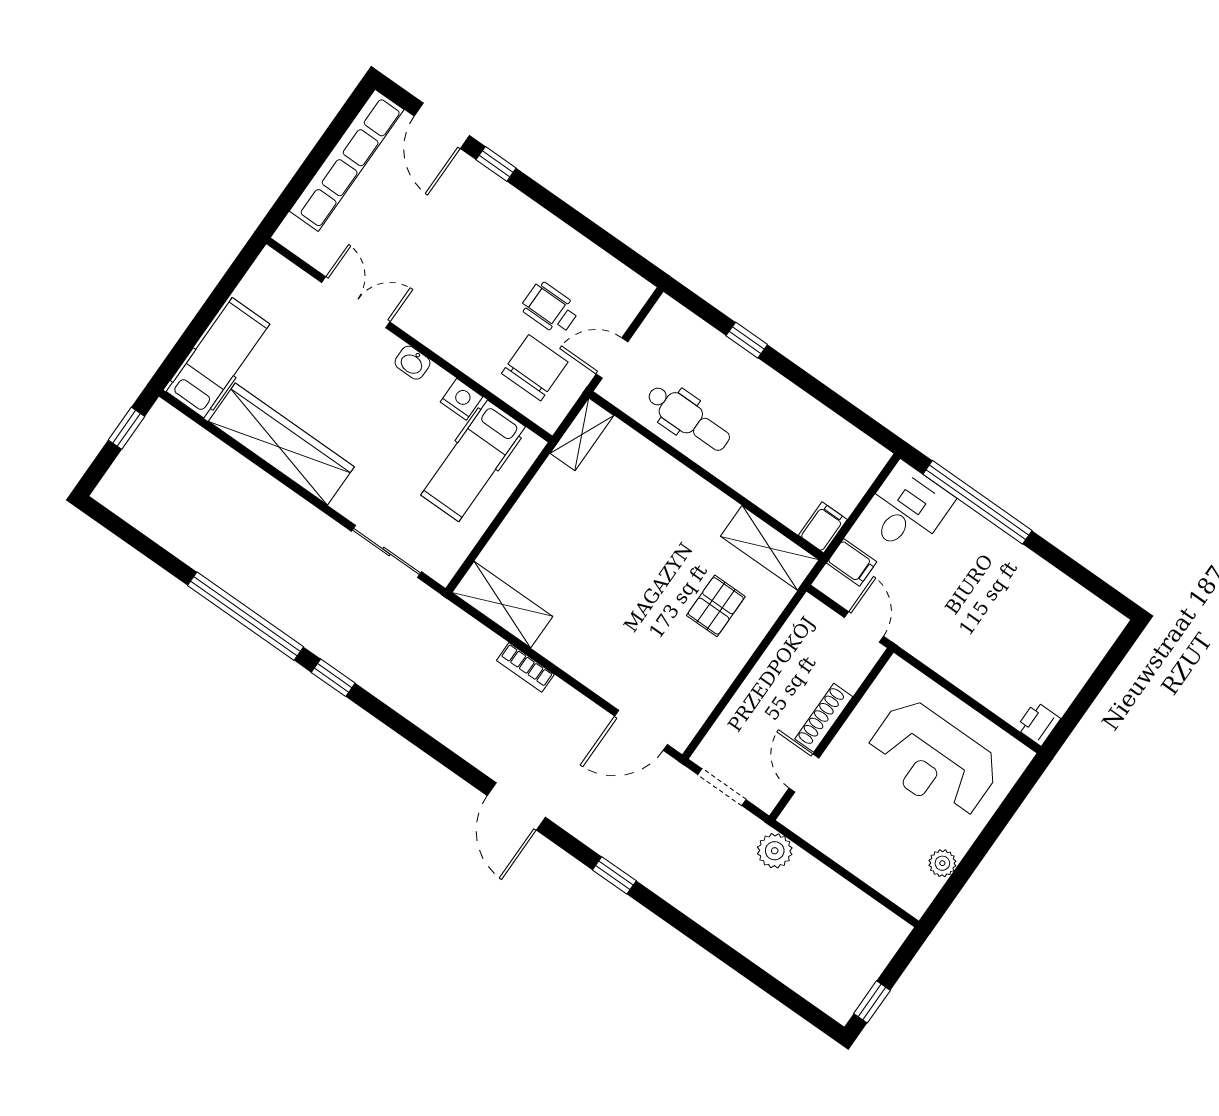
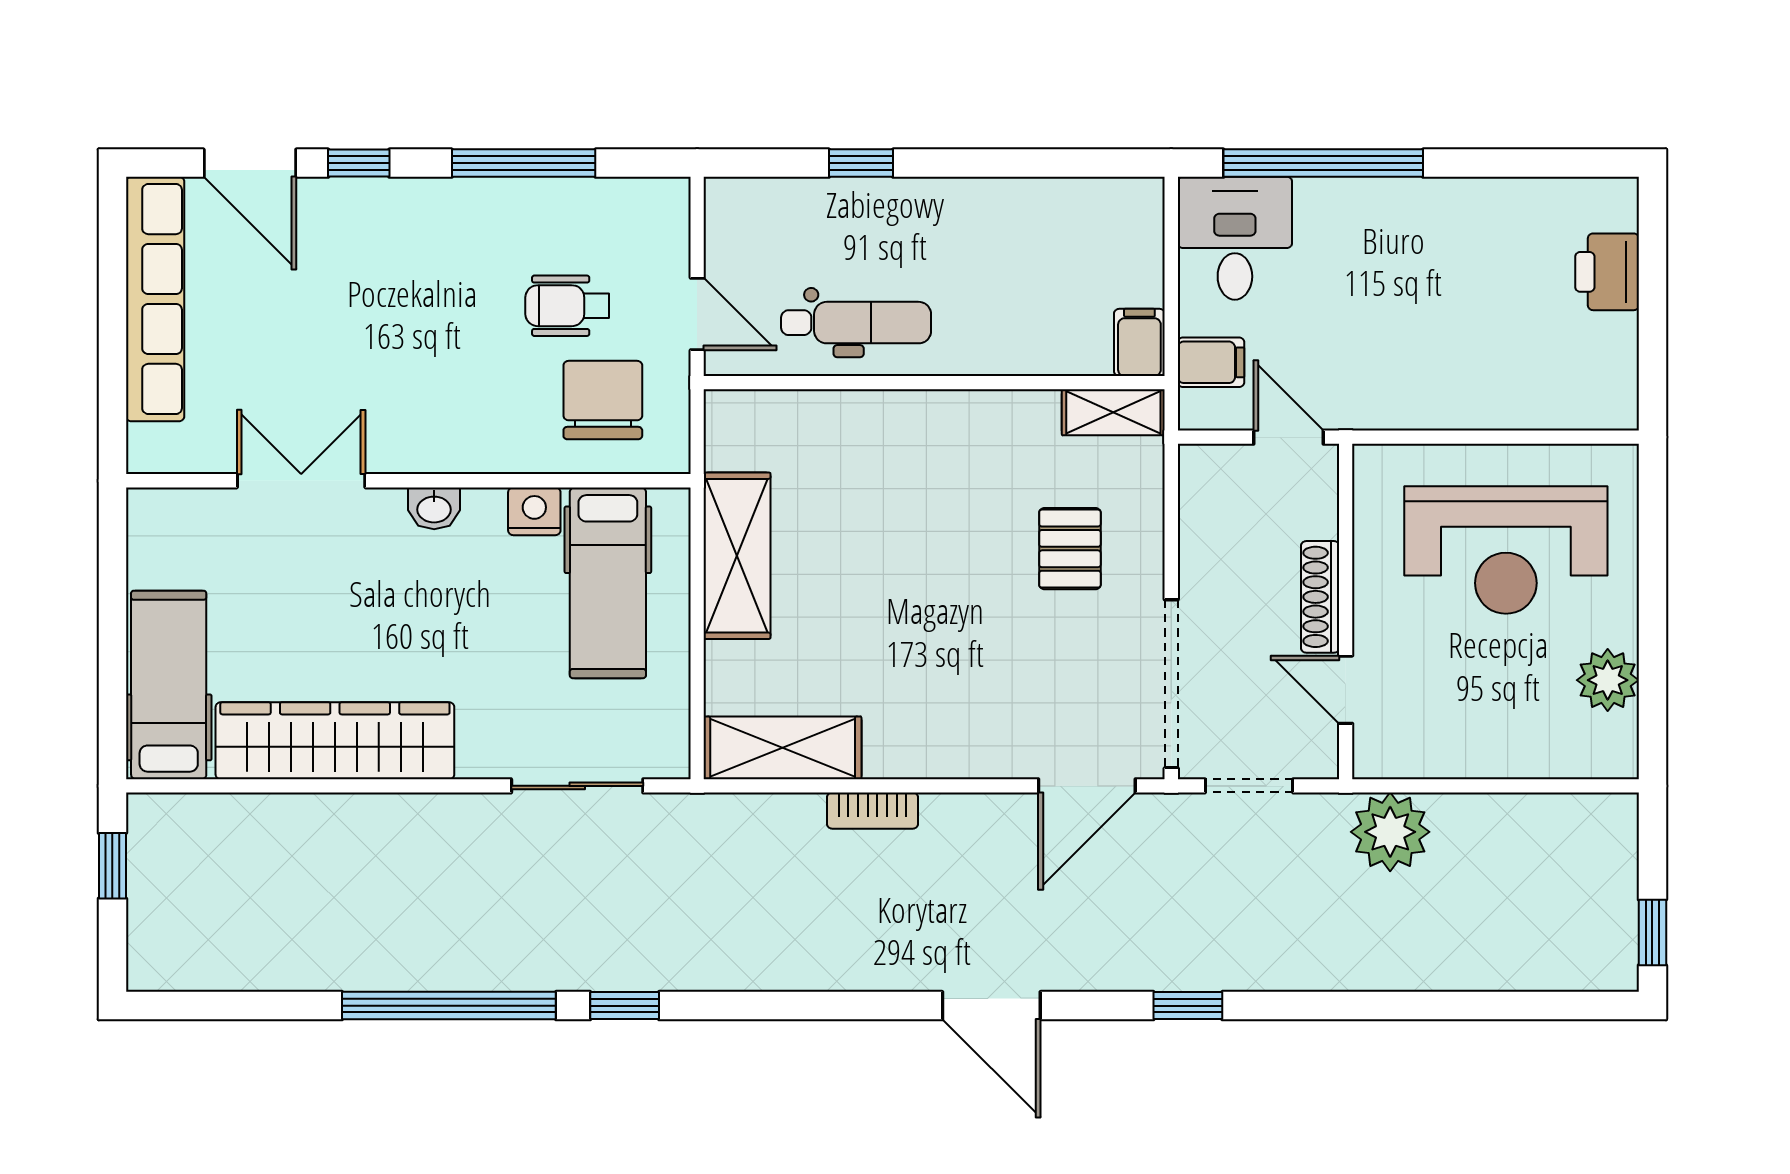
window: (578, 222) -> (524, 163), added
door: (612, 358) -> (697, 314), swing flipped
shelving: (582, 434) -> (737, 556), moved, width x1.50, depth x1.33
shelving: (770, 548) -> (1113, 412), width x0.67, depth x0.75
doorway: (719, 709) -> (1171, 684), added
printer: (1038, 724) -> (1607, 272), moved, width x1.36, depth x1.24
plant: (775, 851) -> (1390, 832), width x1.36, depth x1.36
plant: (942, 863) -> (1608, 680), width x1.38, depth x1.38

